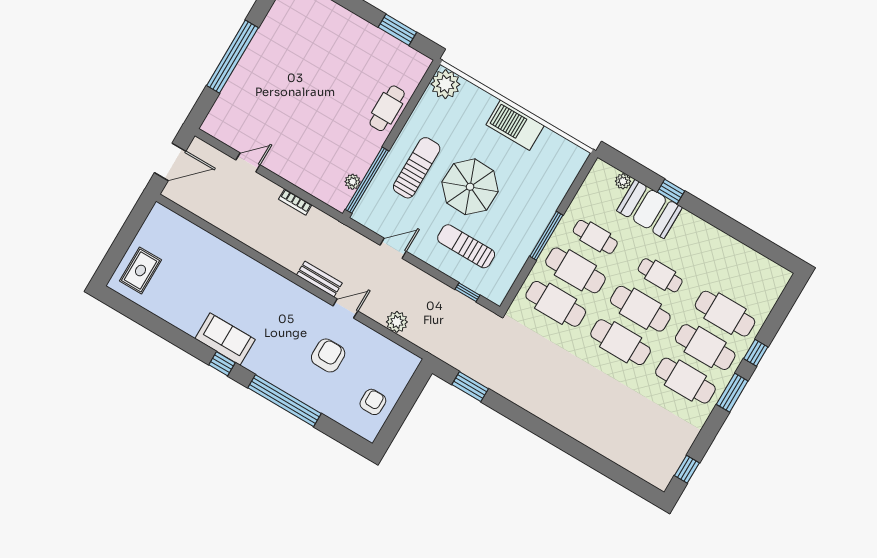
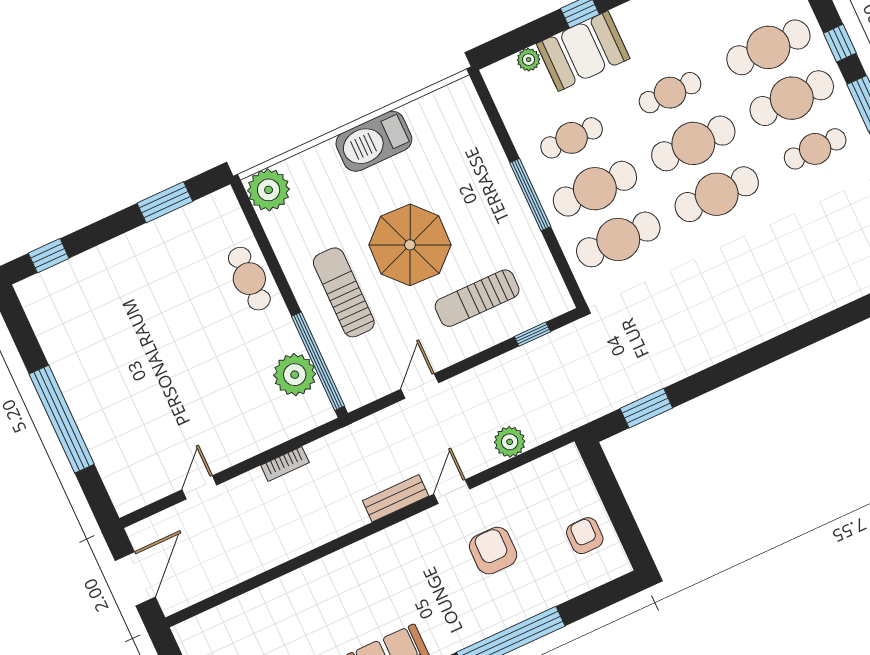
plant: (353, 182) -> (295, 375), width x1.87, depth x1.87
cafe table: (685, 381) -> (815, 149), width x0.73, depth x0.74

